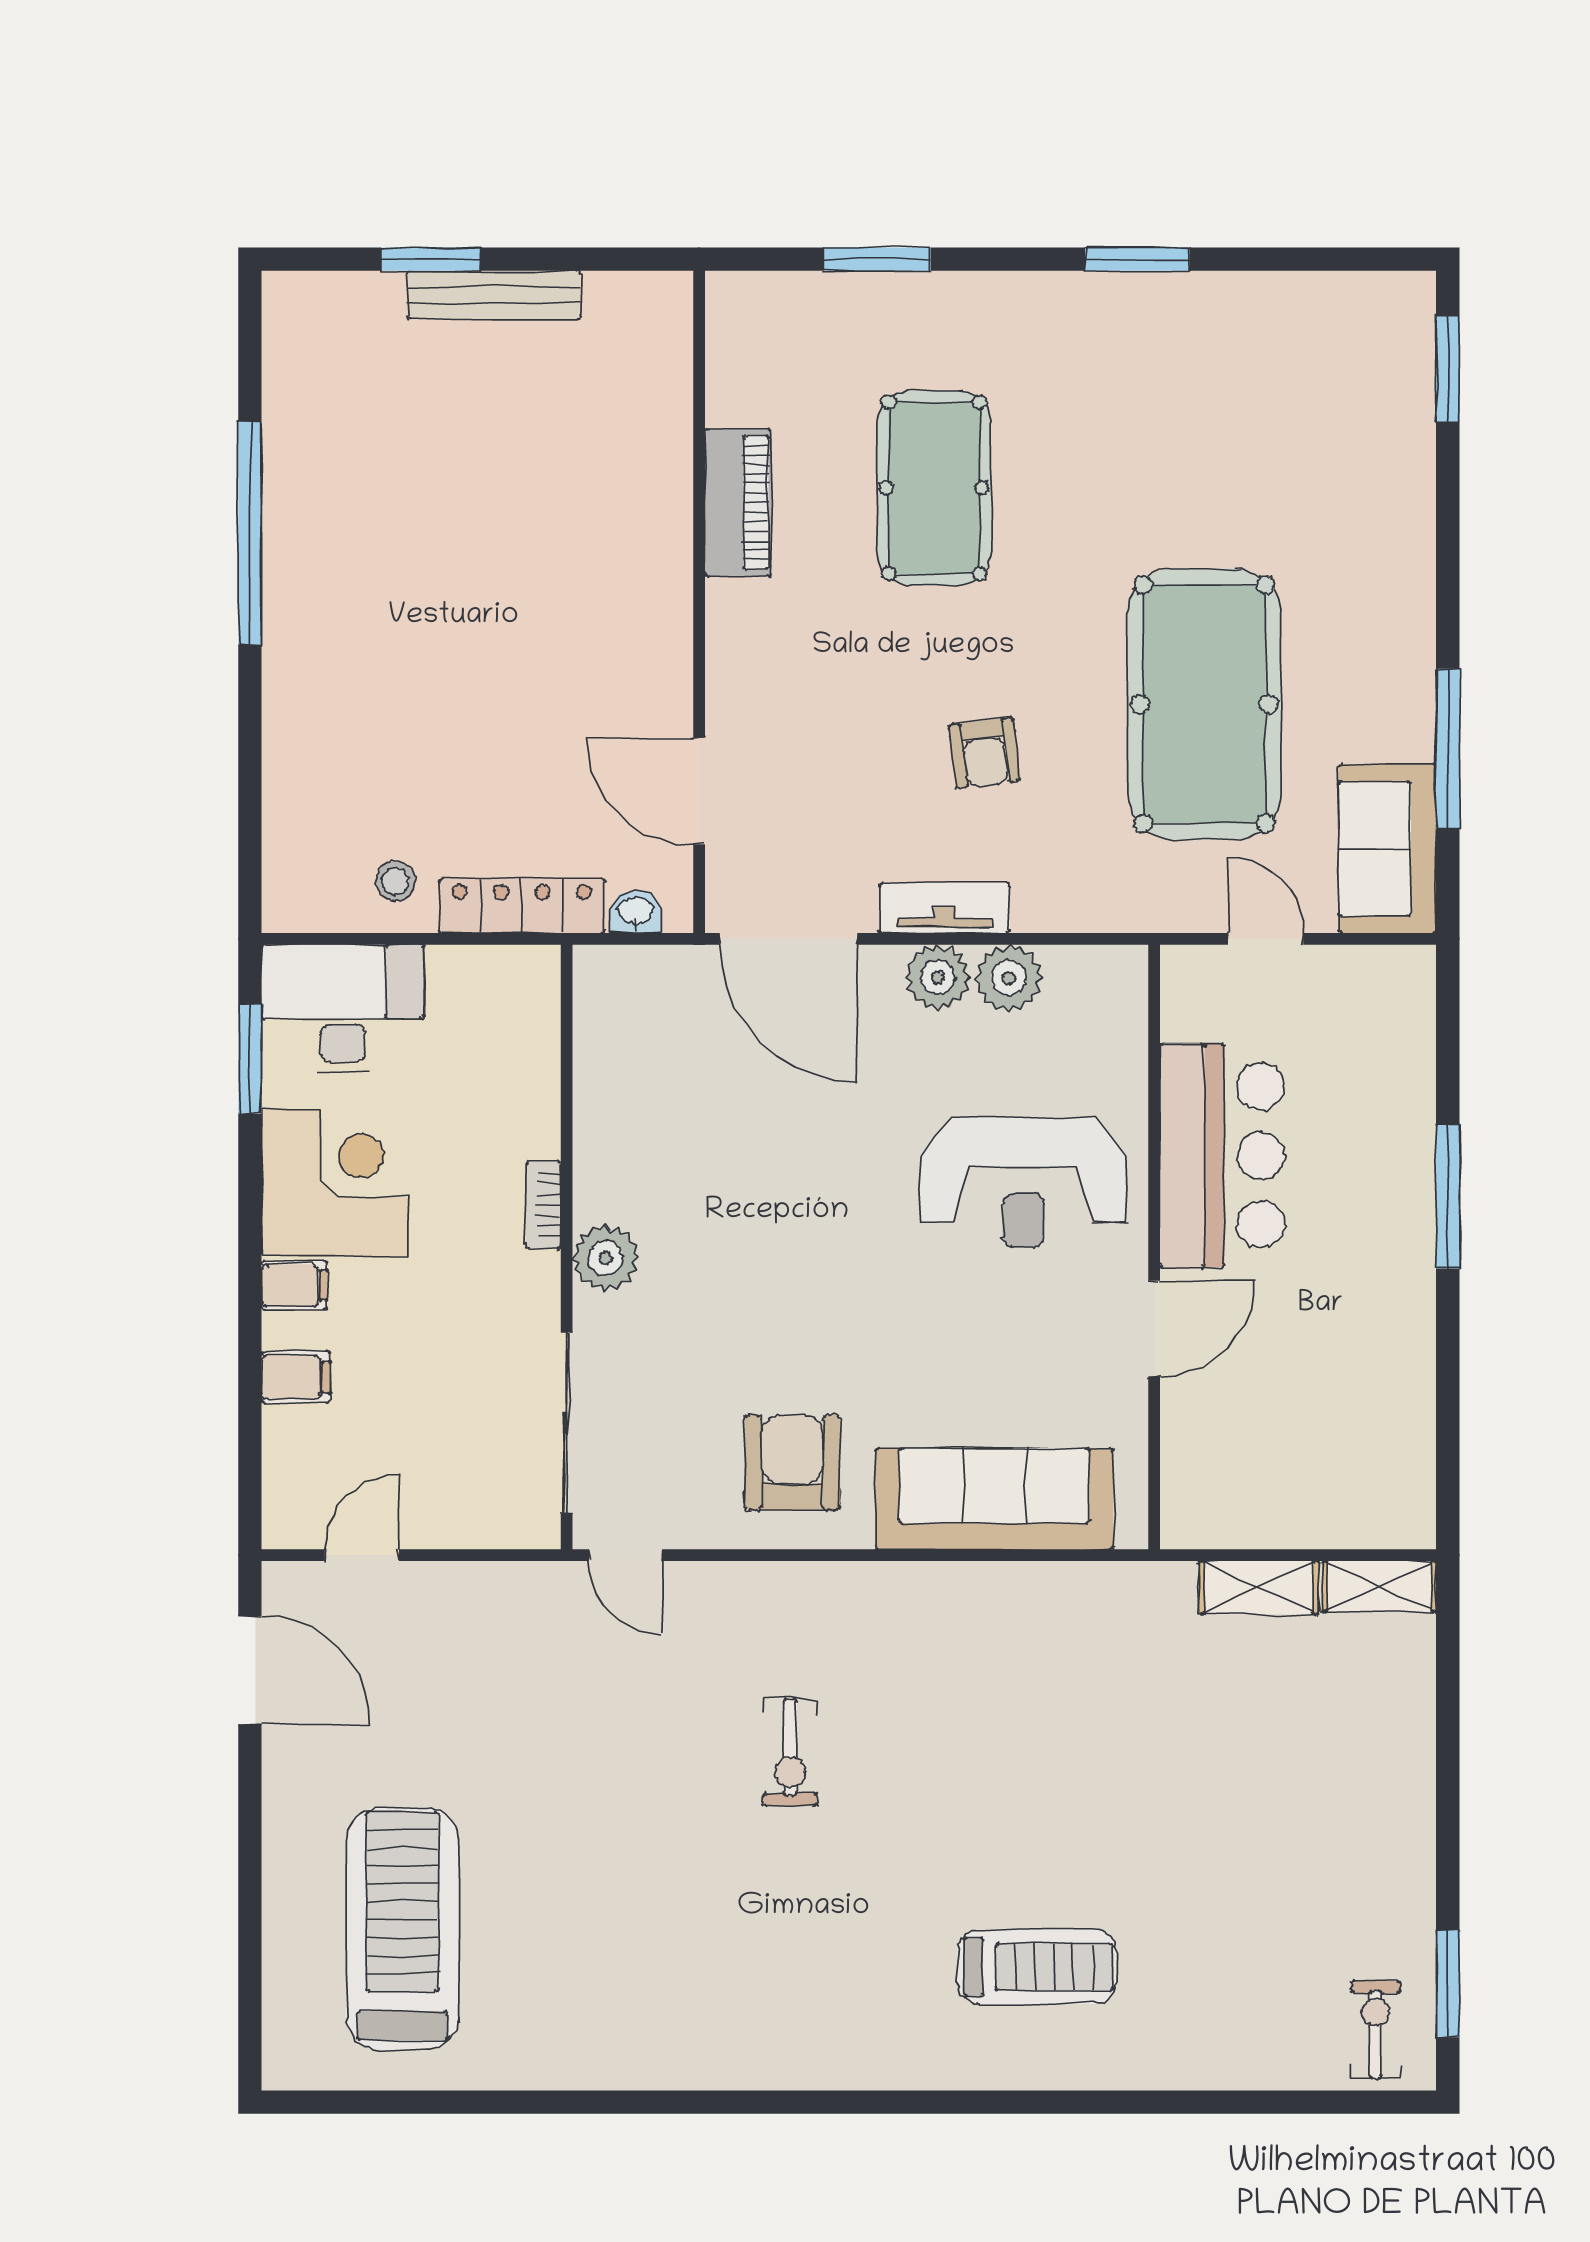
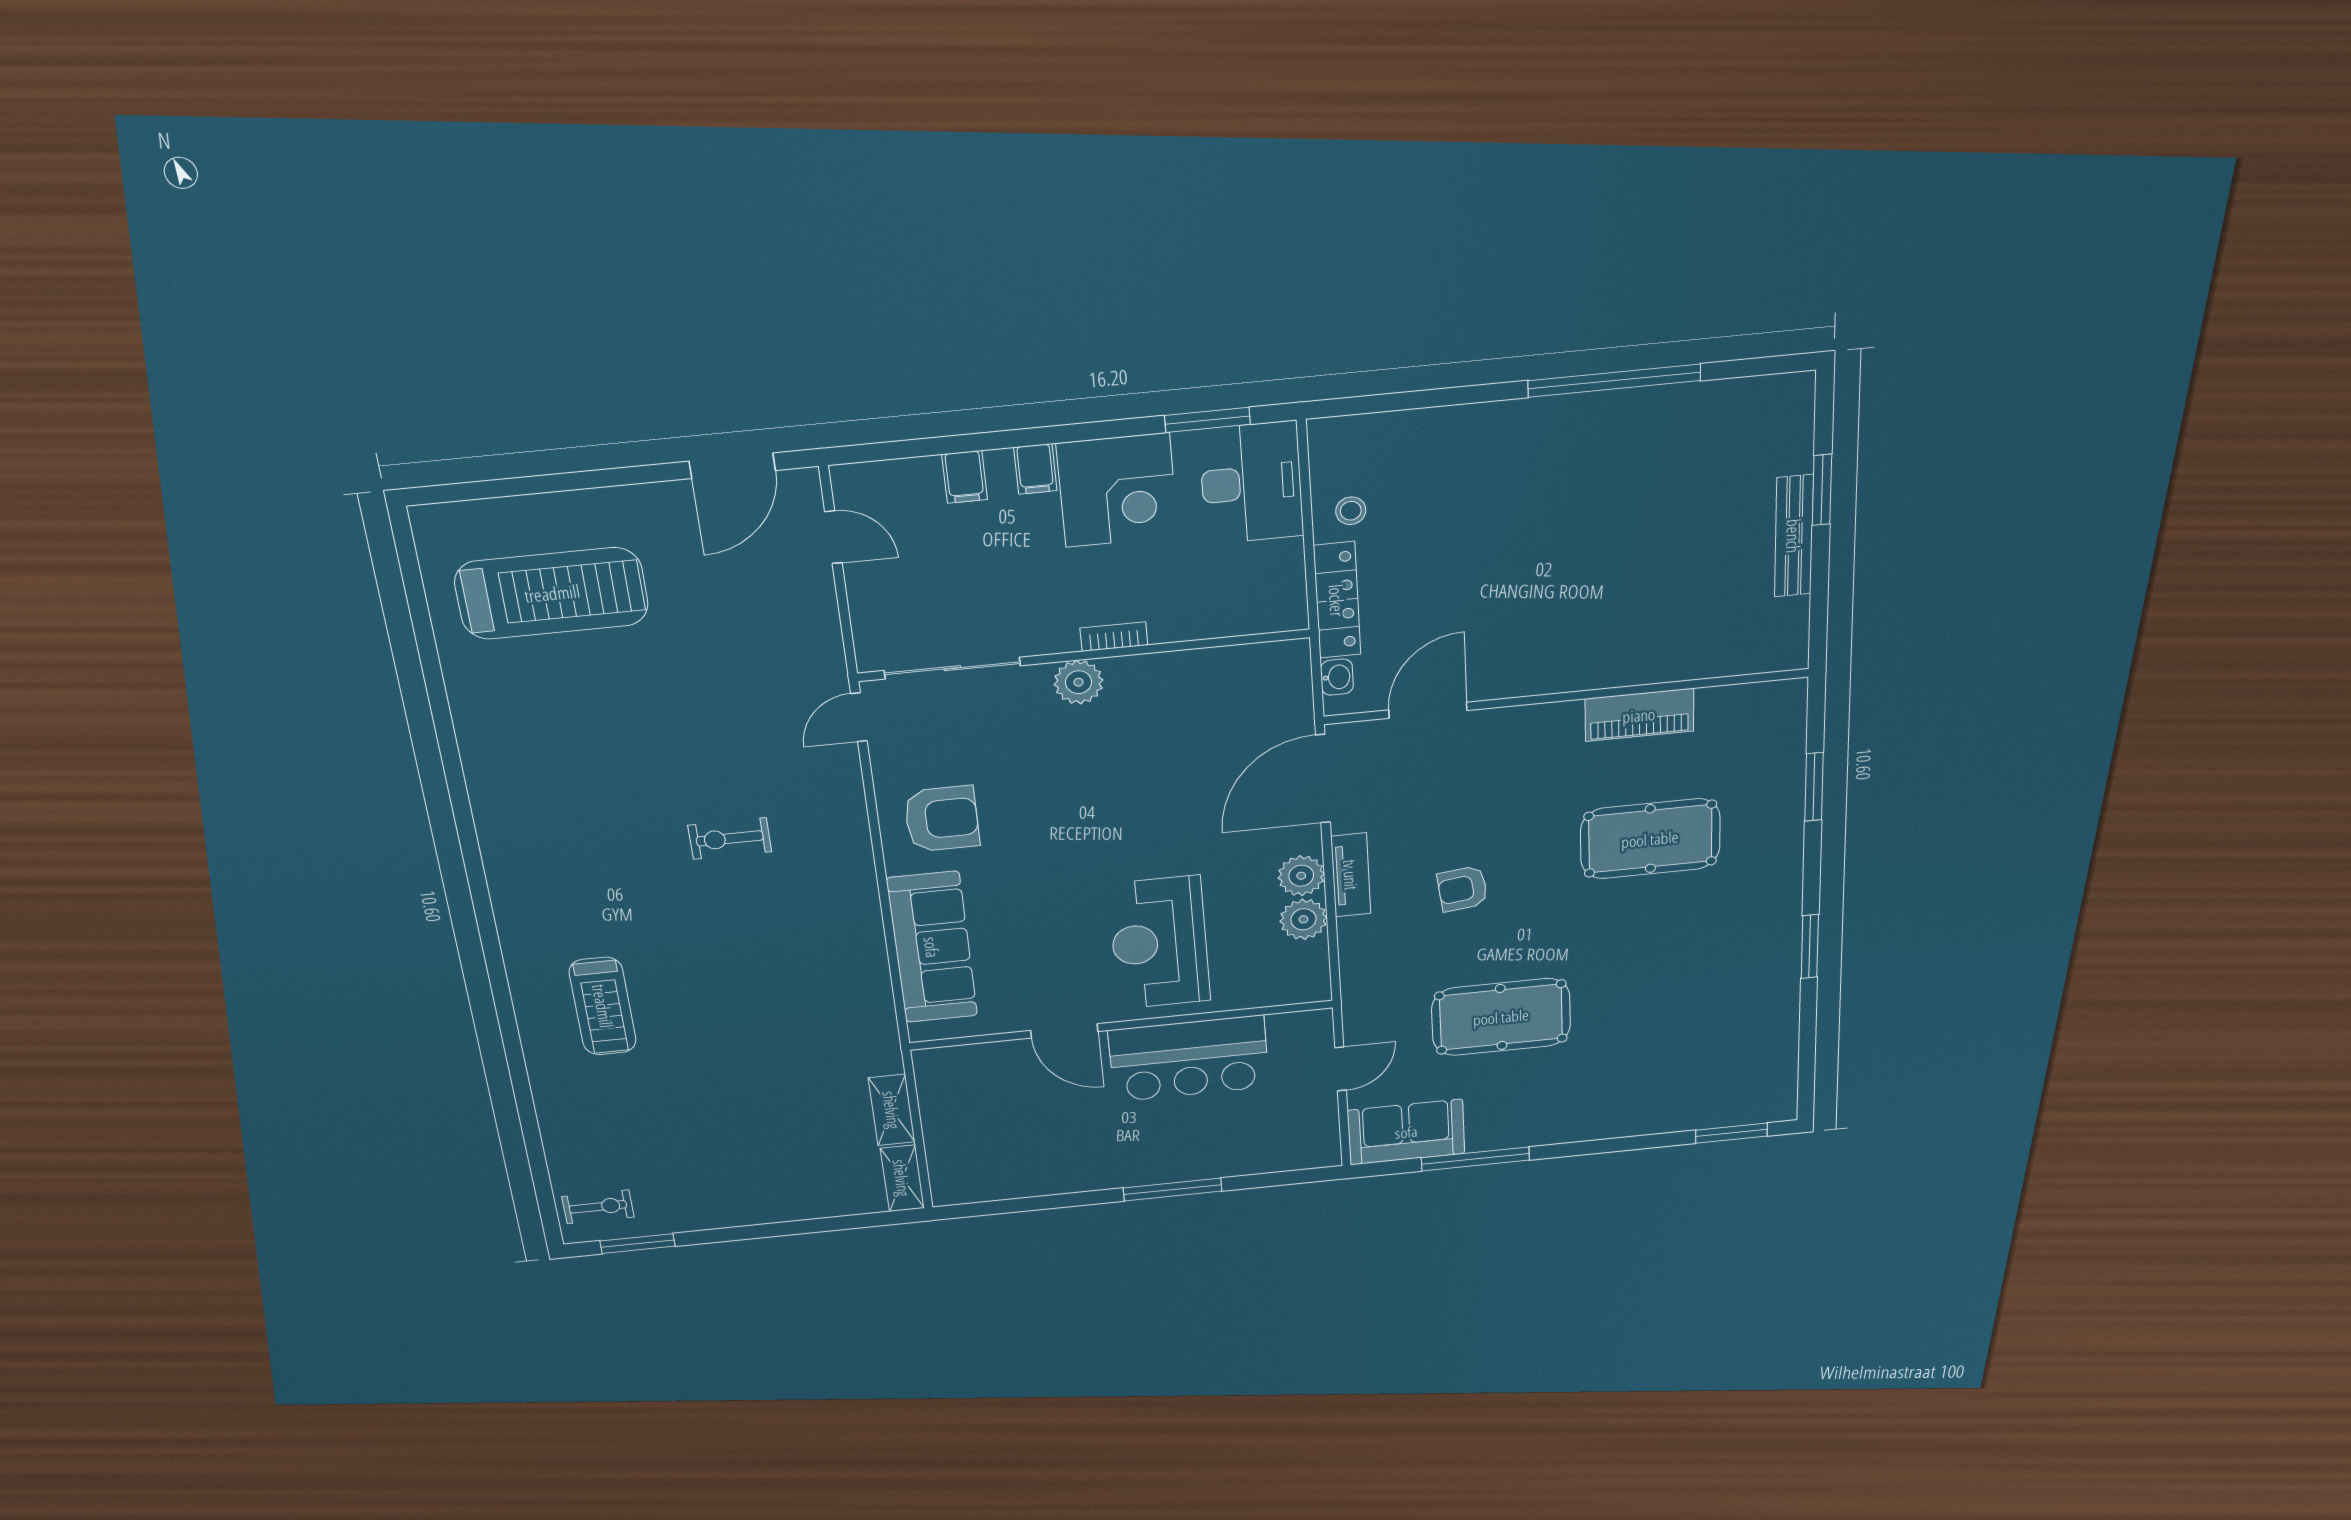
pool table: (1204, 704) -> (1501, 1017), width x0.73, depth x0.76

